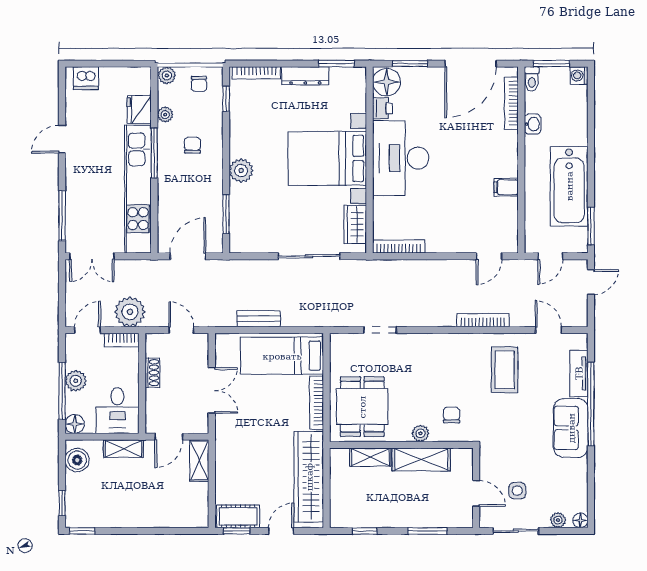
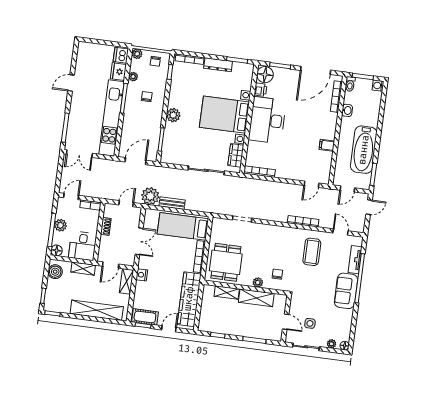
dishwasher: (86, 78) -> (121, 55), moved, turned 90
plant: (130, 312) -> (150, 196), moved
door: (181, 330) -> (126, 204), hinge flipped
nightstand: (224, 446) -> (142, 275), added
shelving: (156, 516) -> (97, 310), added

